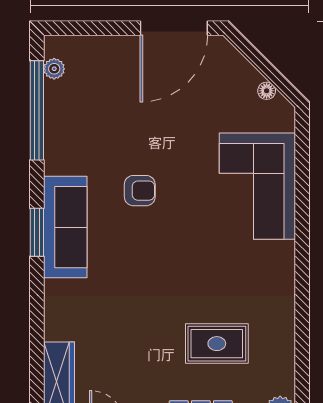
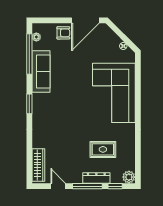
corner sofa: (257, 186) -> (114, 93), width x1.36, depth x1.36
armchair: (140, 191) -> (63, 33), moved
sofa: (65, 227) -> (41, 71), moved

